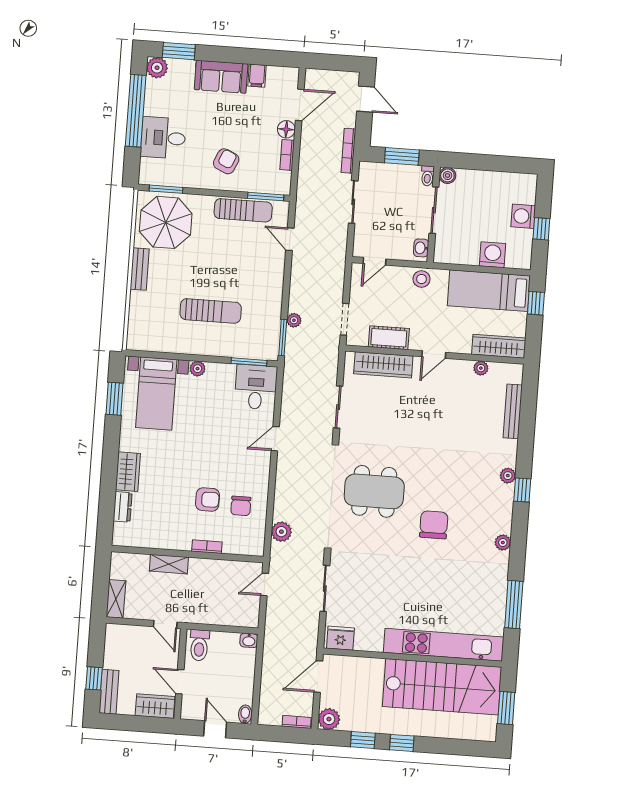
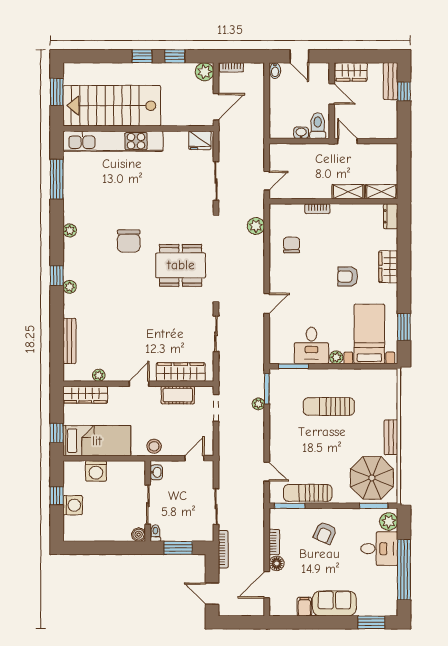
plant: (157, 68) -> (389, 522), moved
desk: (256, 387) -> (311, 346), moved
armchair: (208, 499) -> (348, 277), moved
dresser: (123, 507) -> (391, 216), moved
shelving: (116, 599) -> (381, 192), moved, turned 90
washbasin: (249, 640) -> (301, 133), moved

